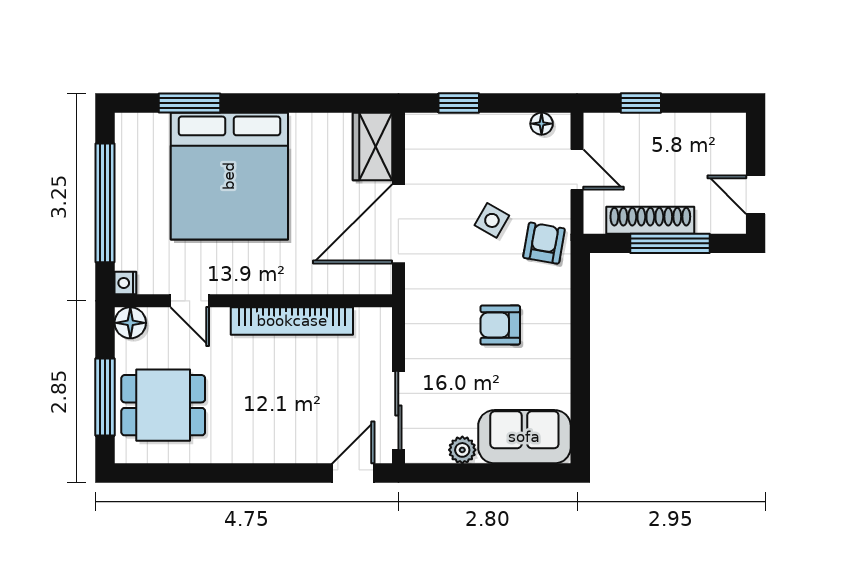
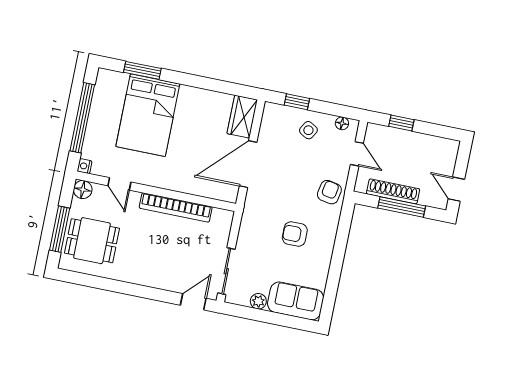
bed: (229, 176) -> (148, 115), width x0.73
side table: (492, 220) -> (308, 130), moved

